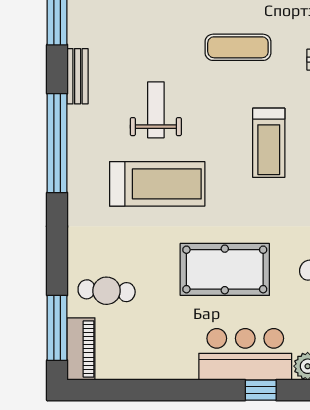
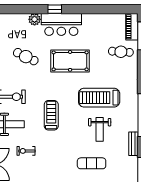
exercise mat: (238, 47) -> (92, 163), moved

